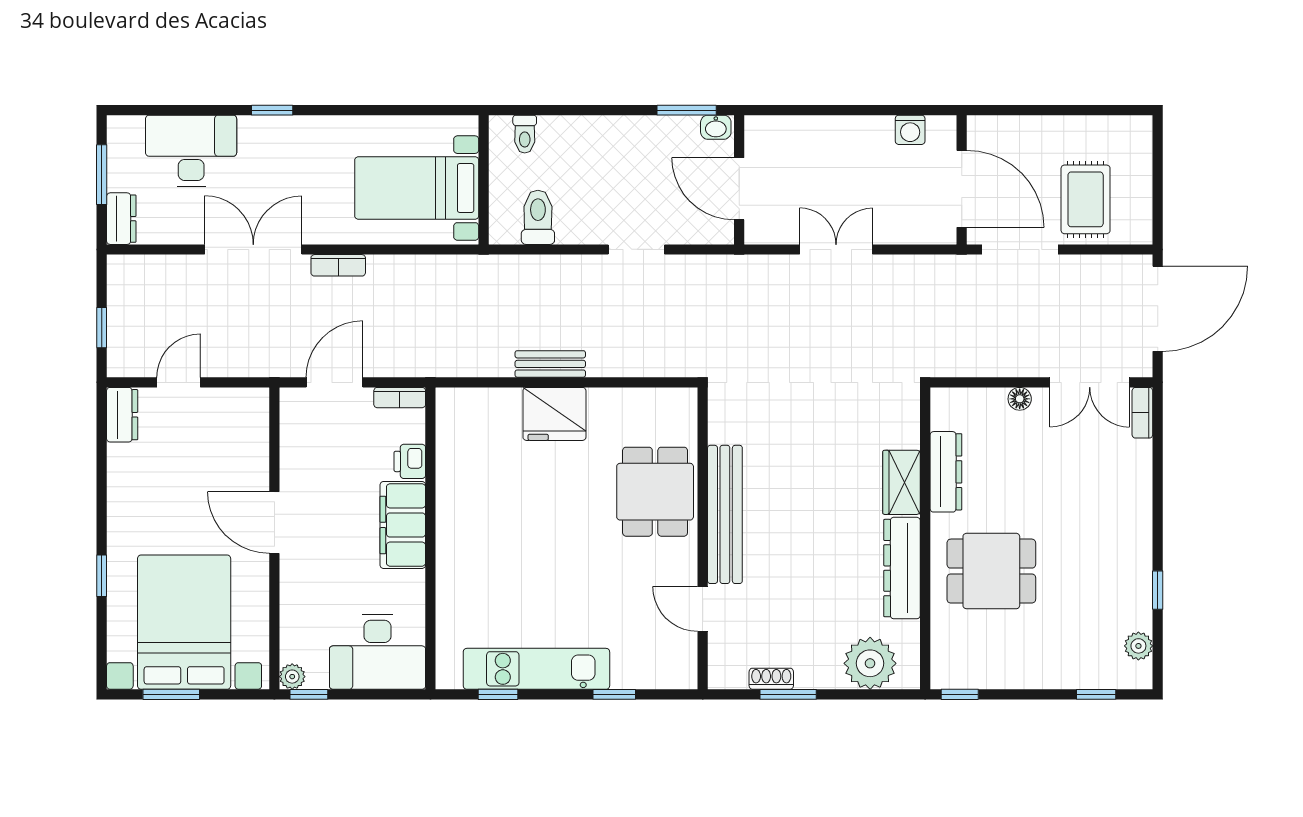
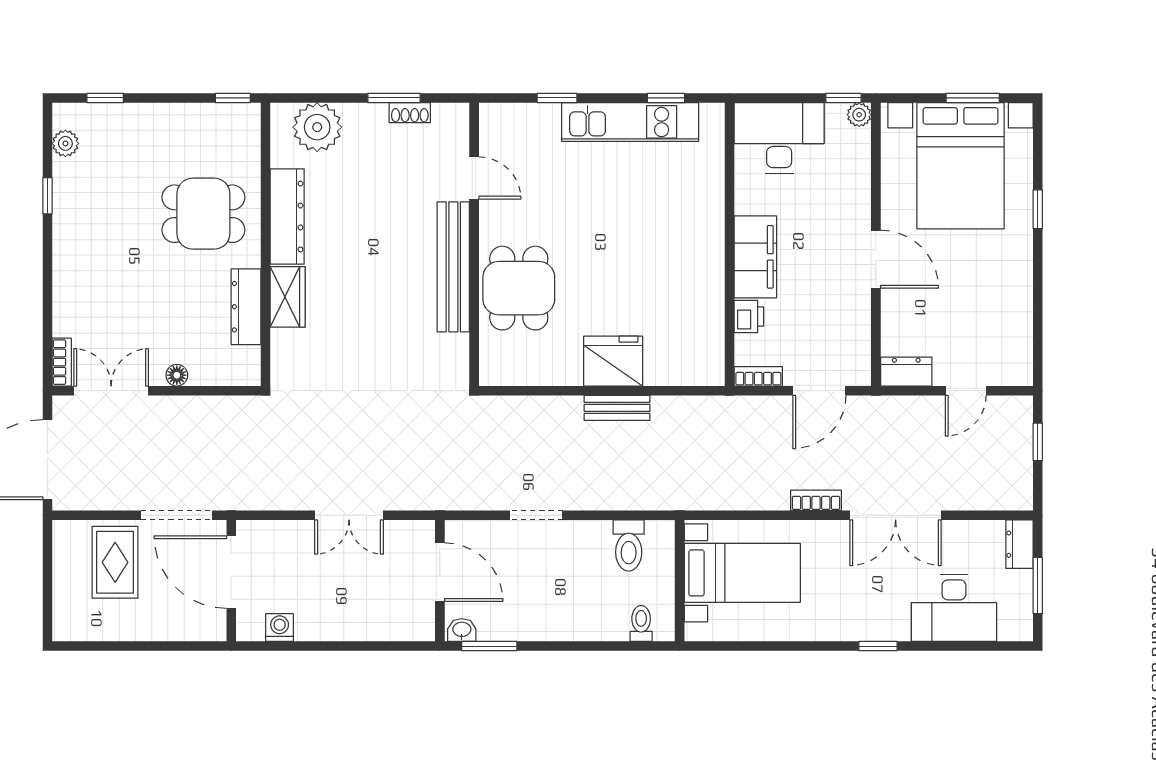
dresser: (122, 415) -> (906, 372), moved, turned 90

